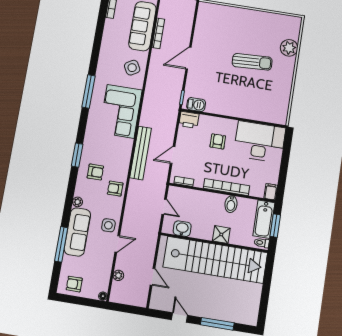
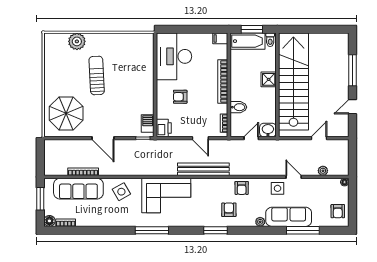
parasol: (219, 26) -> (66, 113), added
bidet: (231, 204) -> (238, 107), moved
washbasin: (182, 229) -> (268, 130), moved, turned 90

